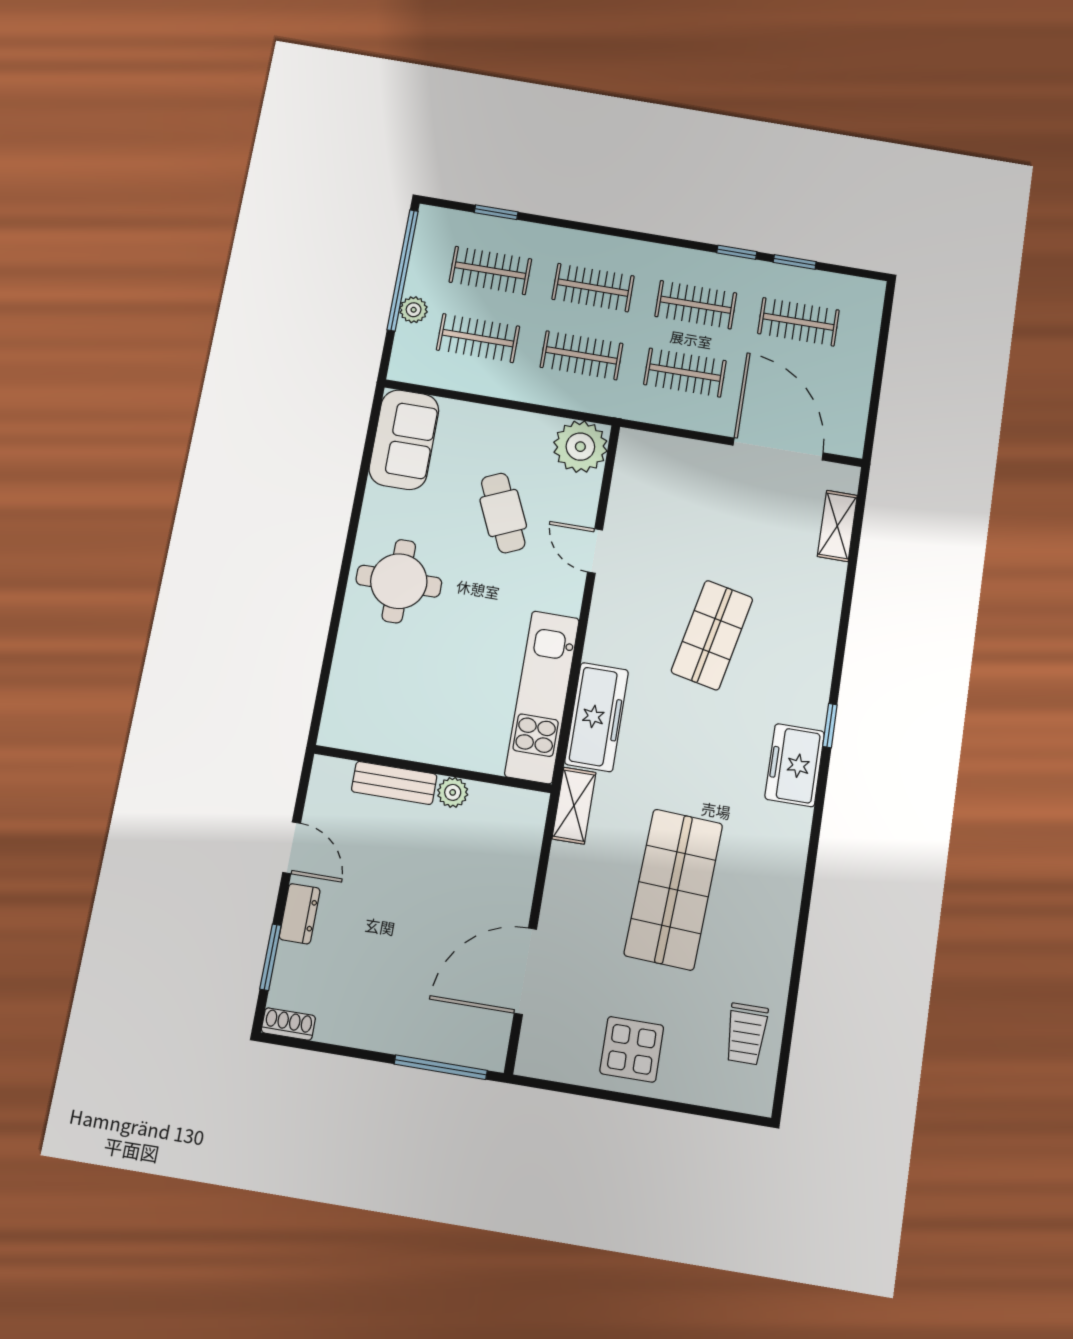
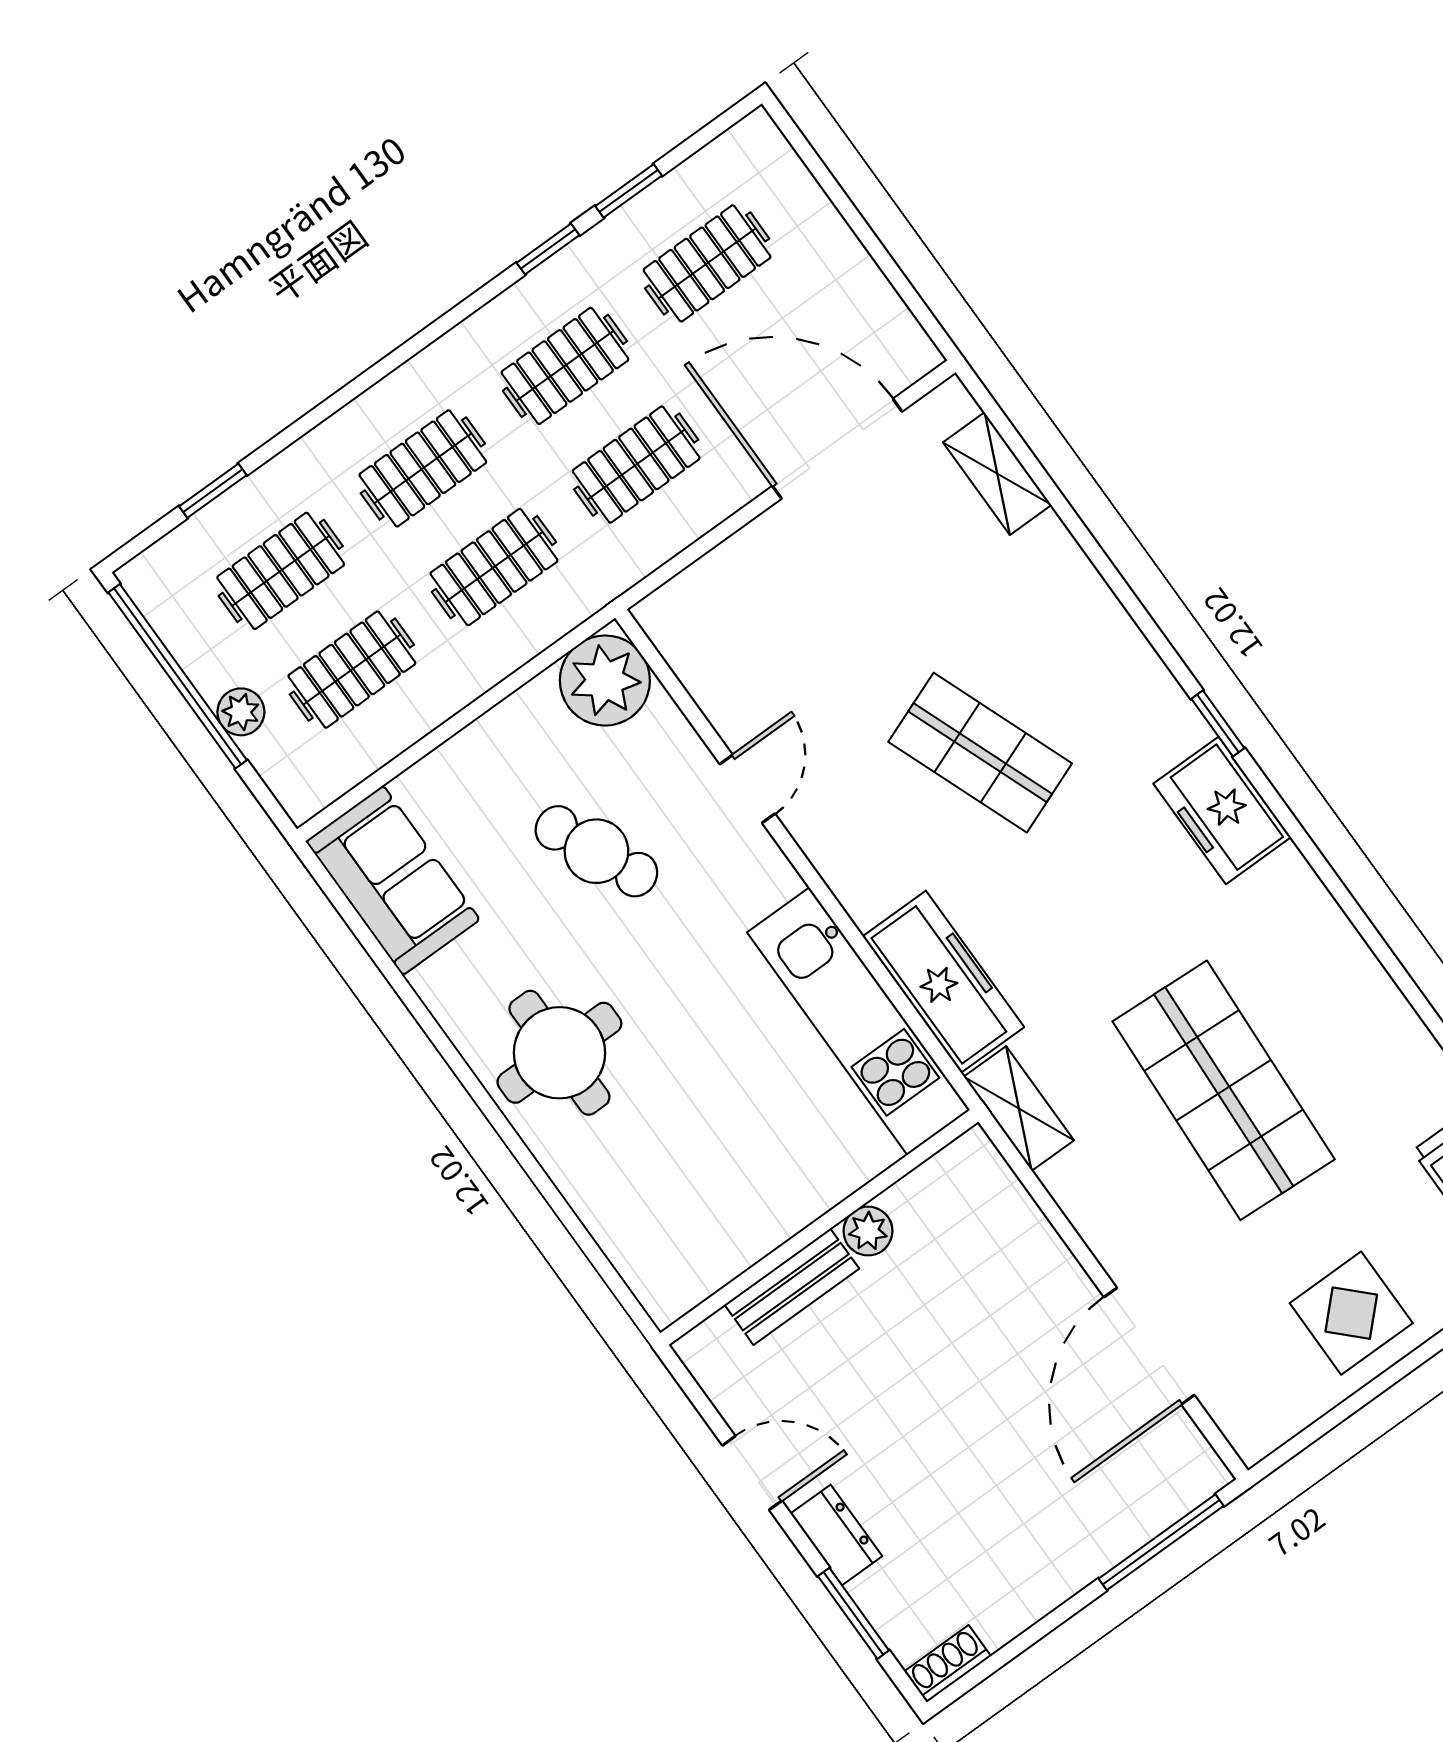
door: (595, 551) -> (747, 789), swing flipped
shop shelf: (712, 635) -> (980, 753), turned -33

